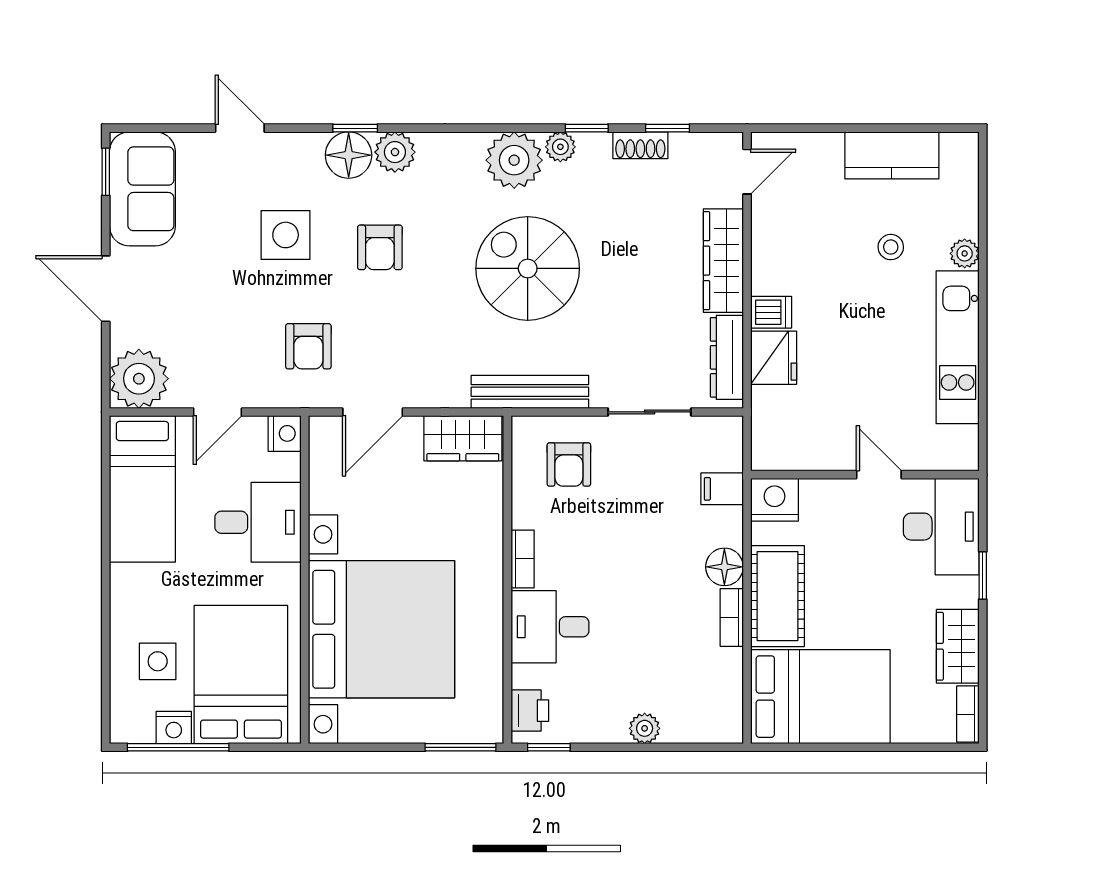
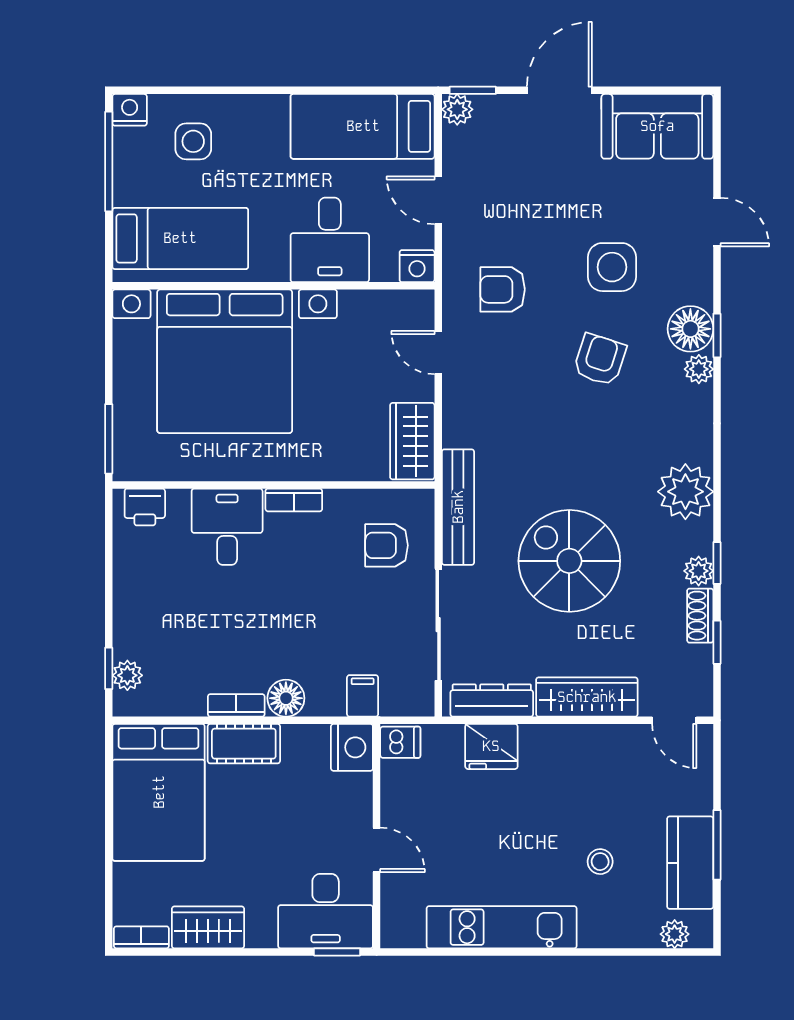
door: (240, 128) -> (717, 222), hinge flipped
window: (874, 128) -> (717, 845), added
plant: (560, 147) -> (699, 571), moved
plant: (395, 152) -> (699, 369), width x0.73, depth x0.73
window: (106, 172) -> (473, 90), moved
armchair: (380, 247) -> (600, 360), turned 108
plant: (965, 253) -> (675, 934), moved
spiral stairs: (528, 268) -> (569, 561), moved, turned -90
dishwasher: (771, 312) -> (400, 742), moved, turned -90
plant: (139, 379) -> (457, 109), width x0.53, depth x0.53
door: (373, 412) -> (438, 353), width x0.73
sliding door: (650, 412) -> (438, 625), width x1.37
door: (879, 475) -> (377, 850), hinge flipped
window: (983, 576) -> (337, 952), moved
cot: (777, 596) -> (244, 744), width x0.73, depth x0.75
bed: (241, 674) -> (180, 238), width x0.67
nightstand: (174, 727) -> (130, 110), moved, turned 90
plant: (645, 728) -> (127, 675), moved
window: (549, 747) -> (109, 668), moved

